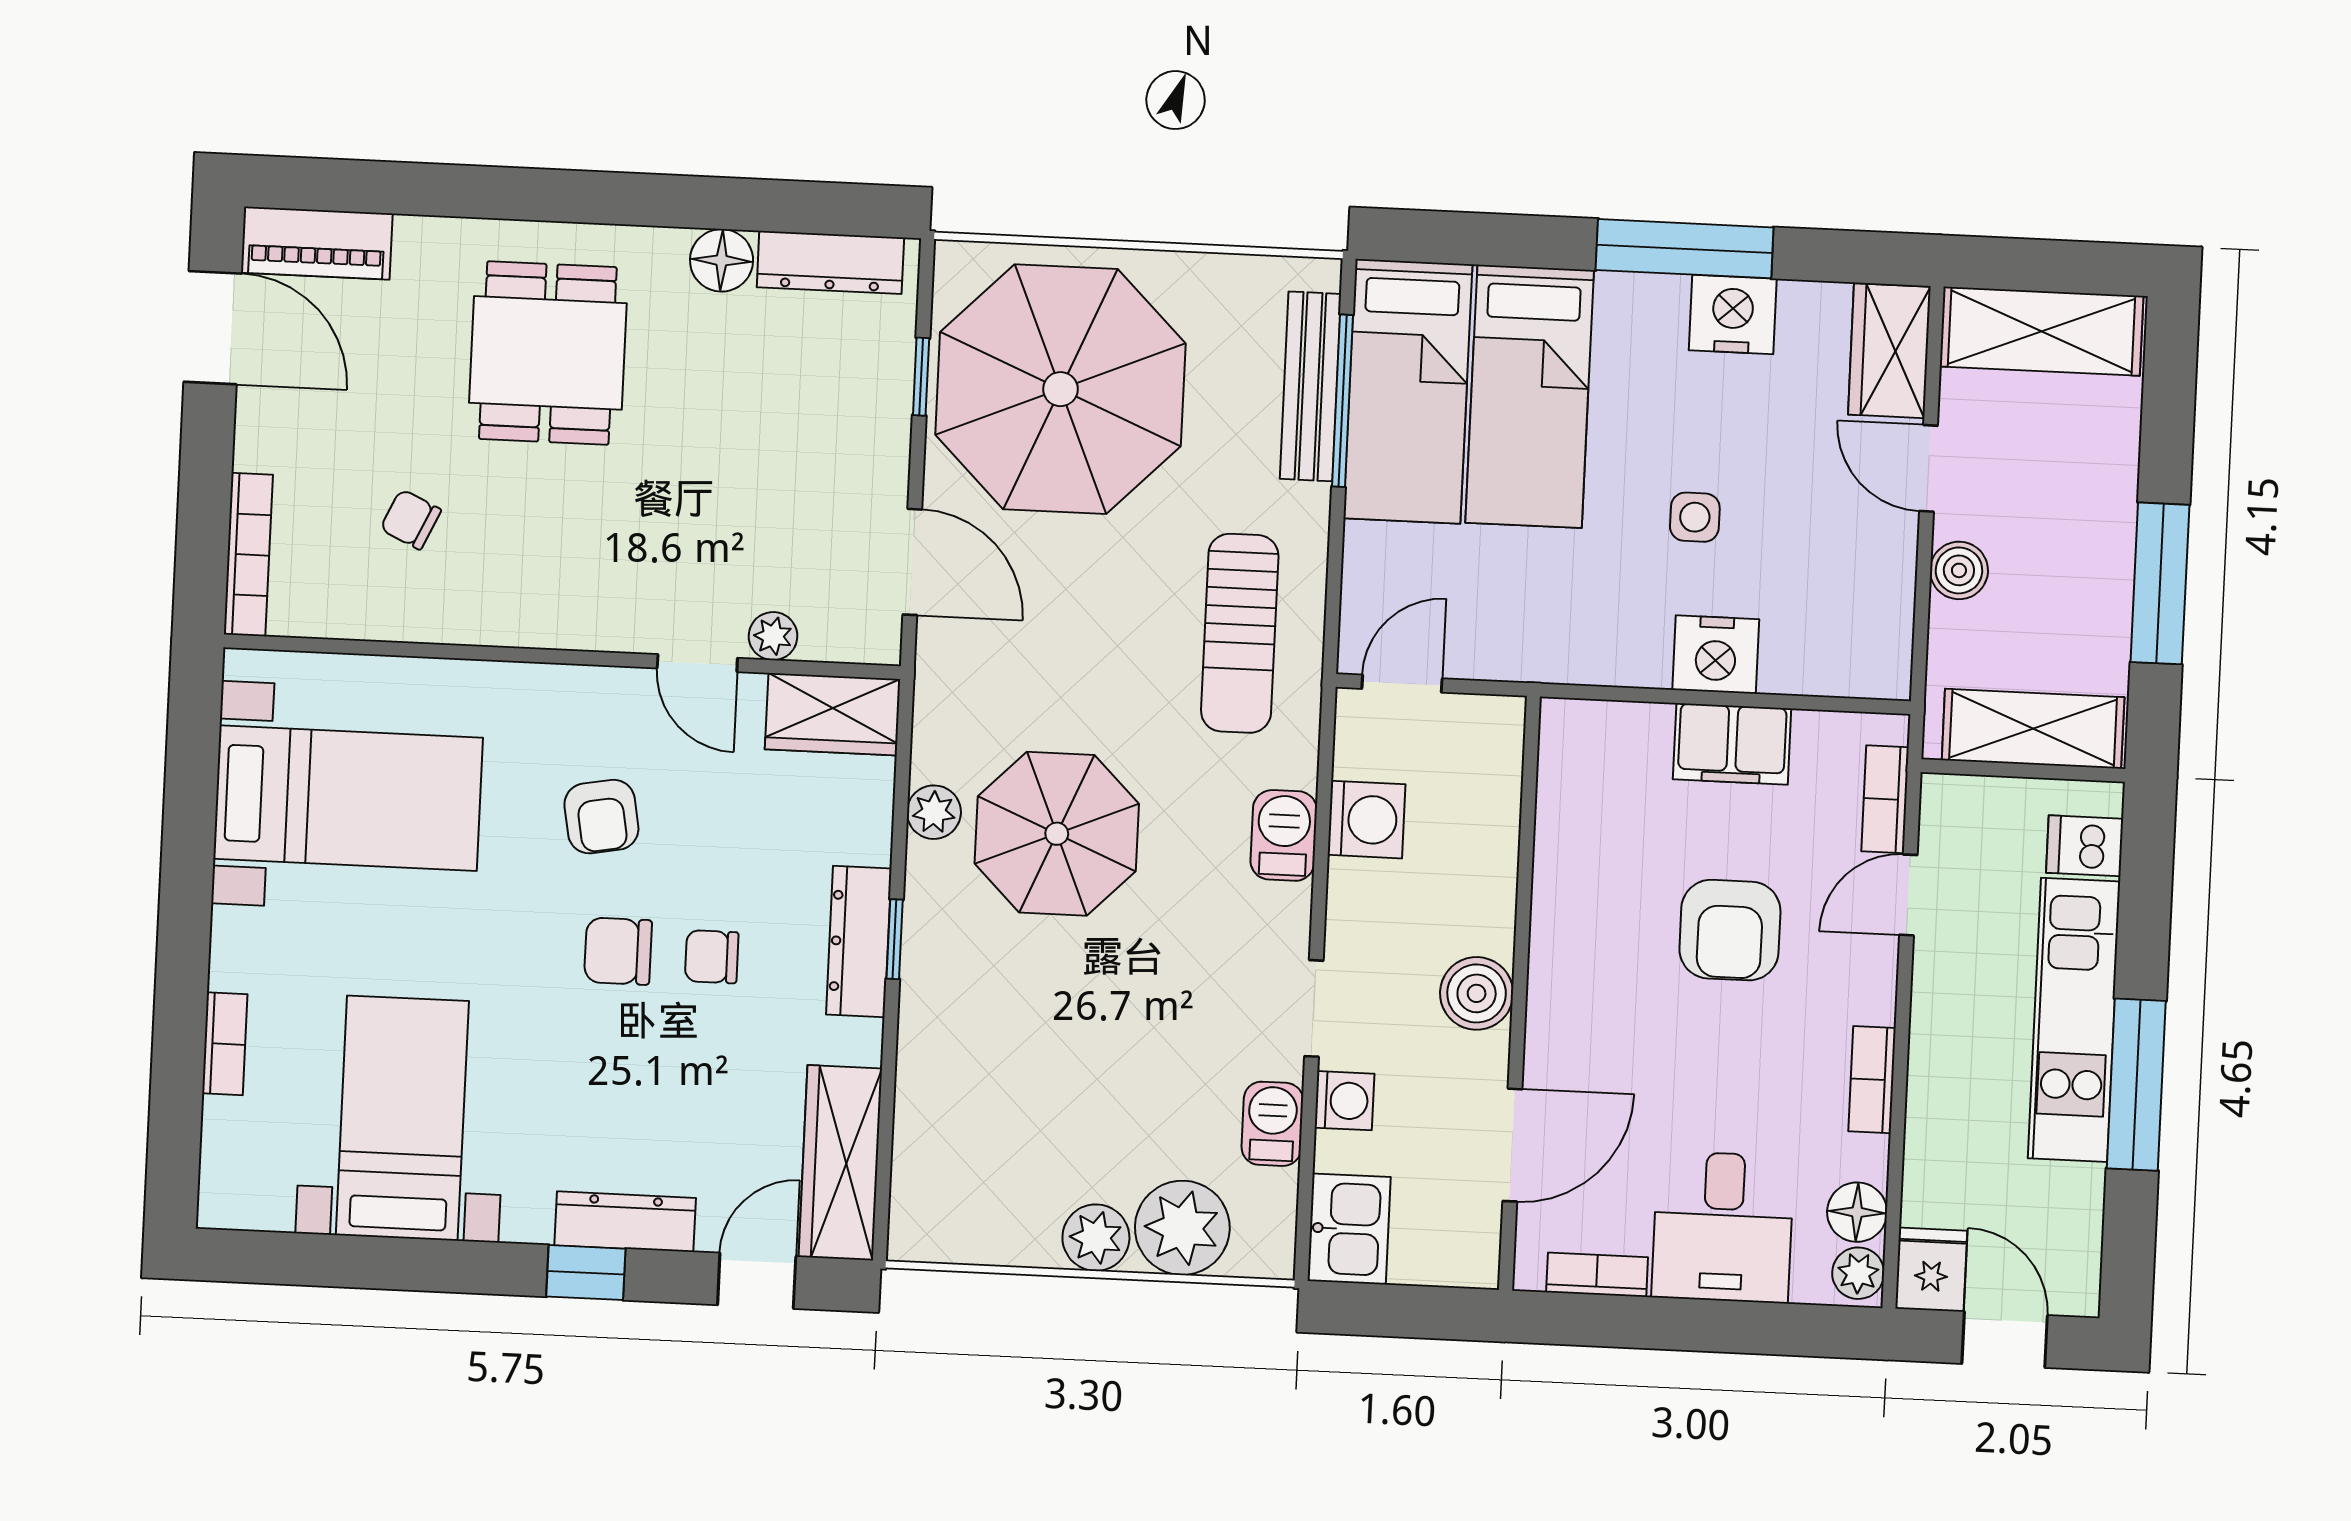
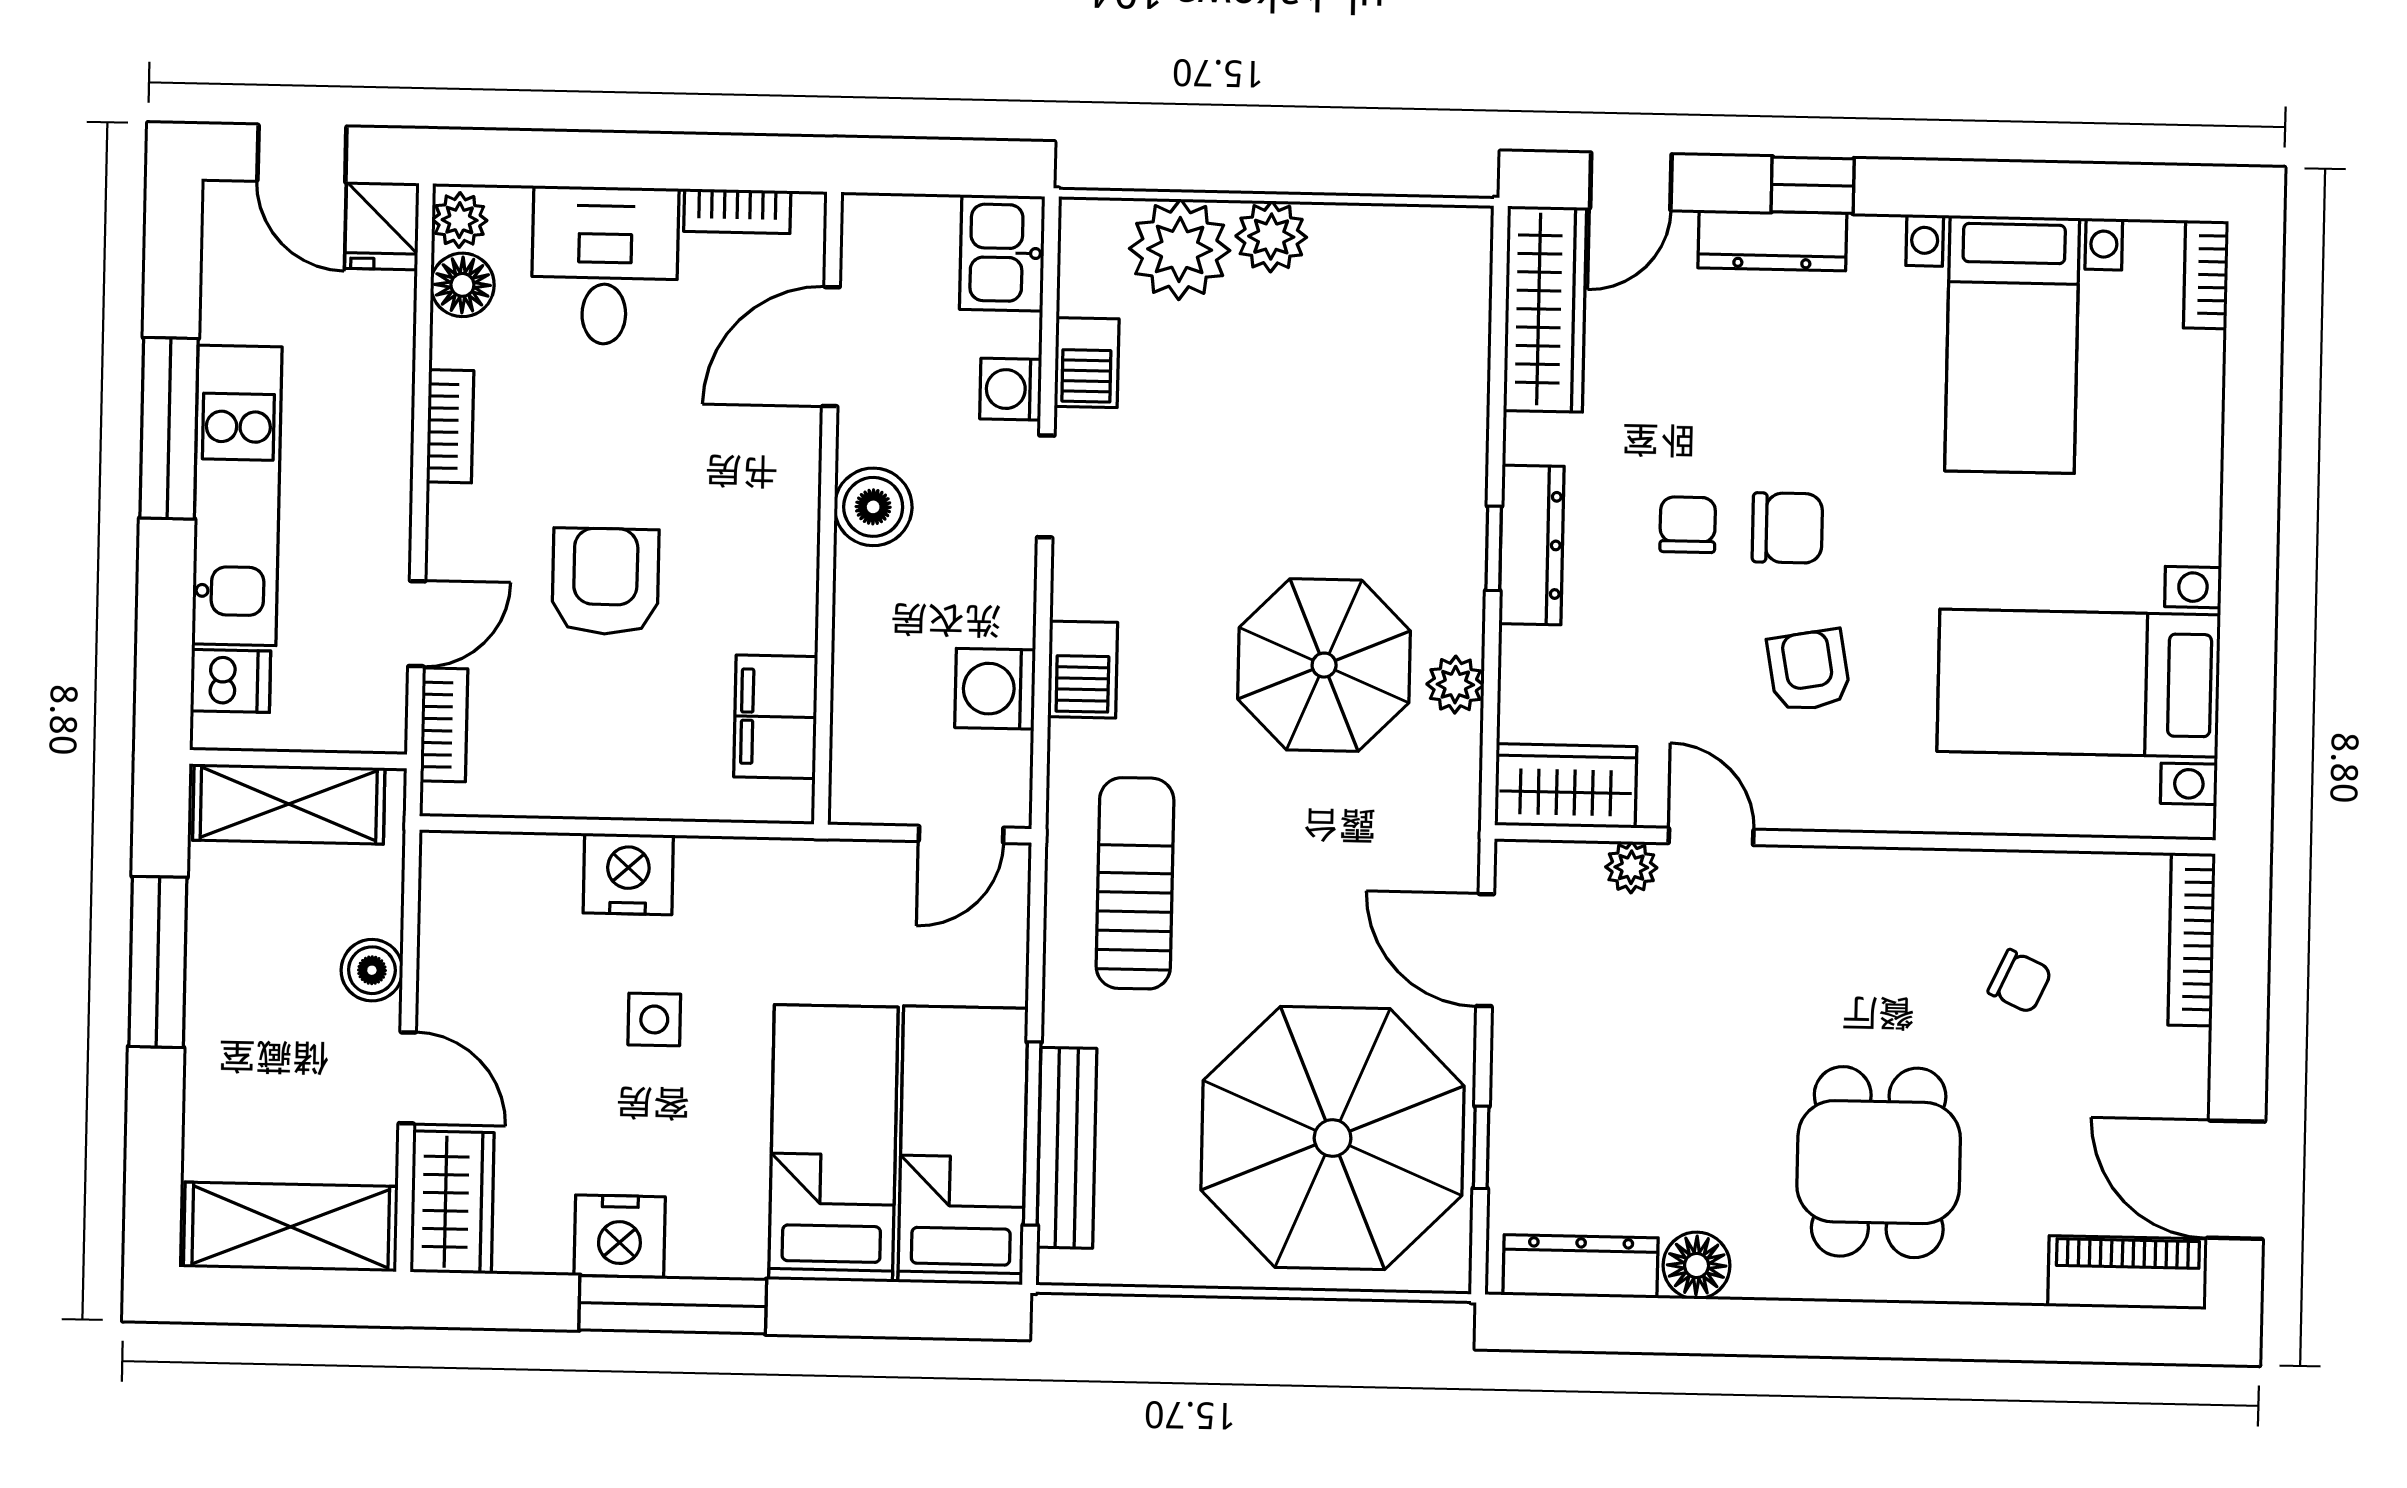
filing cabinet: (1732, 744) -> (776, 717), moved, turned -90
chair: (712, 957) -> (1688, 525), turned -90
bookcase: (225, 1044) -> (2206, 275), moved

